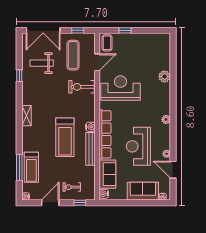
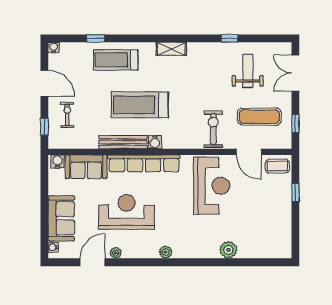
double door: (43, 30) -> (295, 73), width x0.73
window: (19, 167) -> (96, 38), width x0.46
treadmill: (31, 167) -> (116, 60), moved

